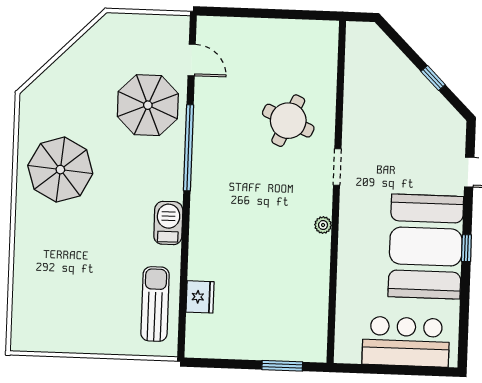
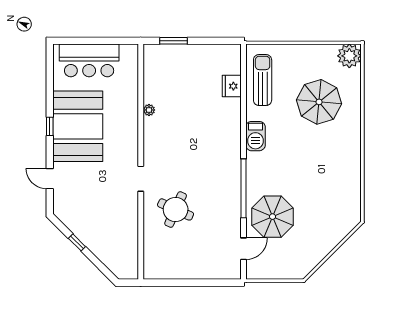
door: (192, 60) -> (243, 249), swing flipped
parasol: (60, 170) -> (319, 102), moved
plant: (323, 225) -> (149, 110), moved
sun lounger: (155, 304) -> (263, 80), turned 180
plant: (28, 334) -> (349, 56), added

